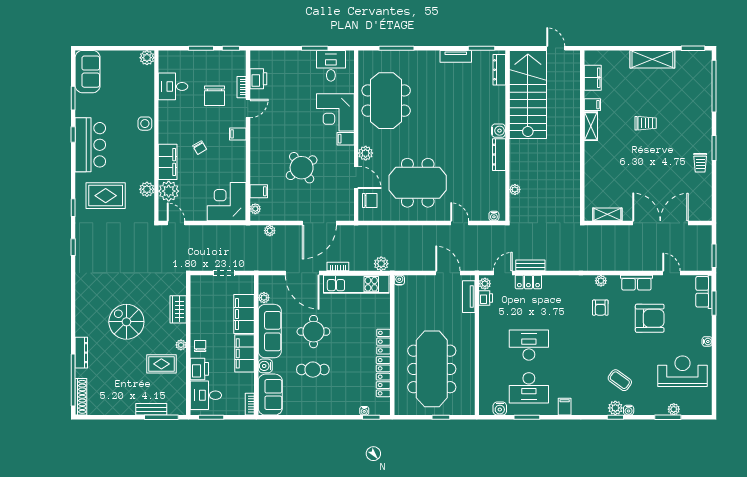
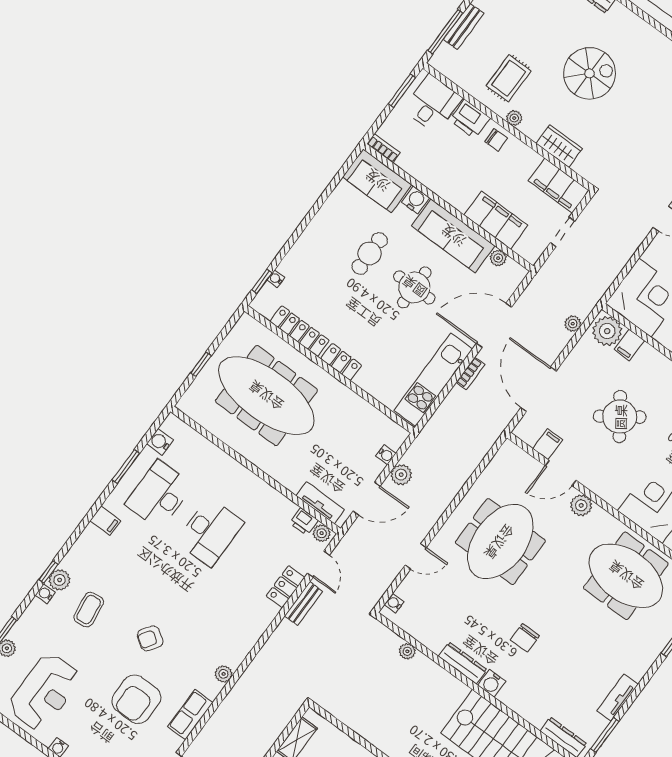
filing cabinet: (346, 139) -> (548, 444), moved
chair: (370, 200) -> (525, 638), moved
plant: (255, 209) -> (607, 331), width x1.87, depth x1.87
plant: (381, 264) -> (401, 475), moved
water cooler: (399, 280) -> (386, 455), moved
armchair: (600, 308) -> (150, 638), moved, turned -56
filing cabinet: (245, 353) -> (559, 186), moved, turned 180
coffee table: (620, 380) -> (89, 610), turned -43

